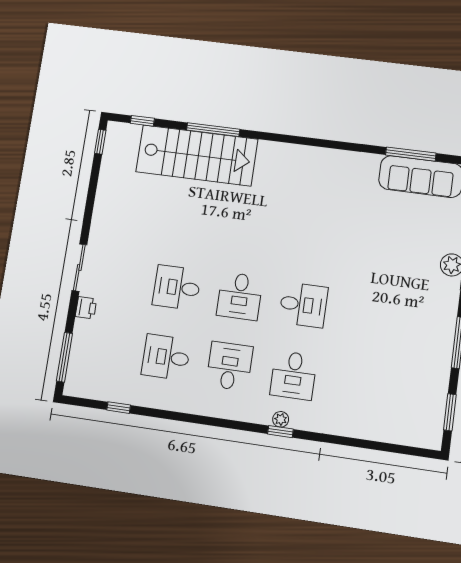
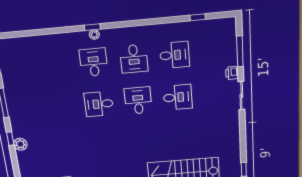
window: (64, 357) -> (240, 51), moved

